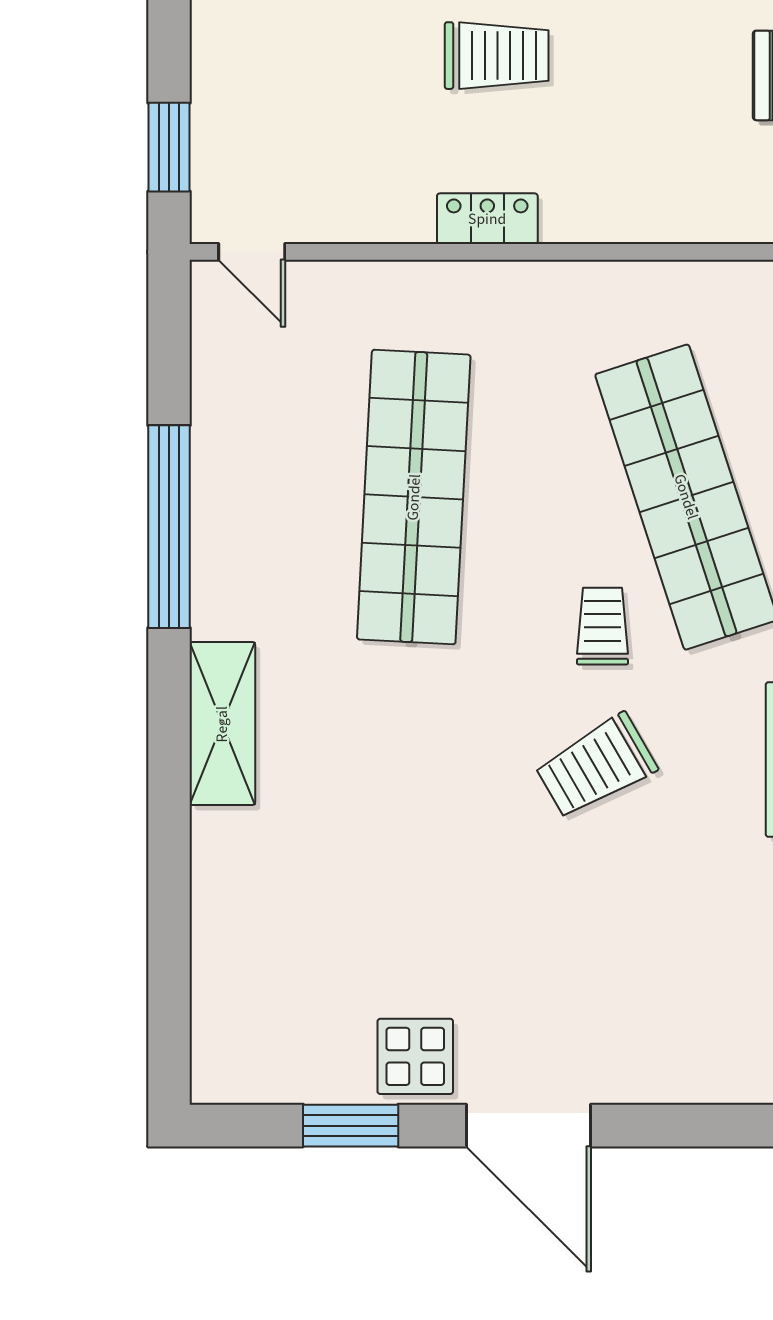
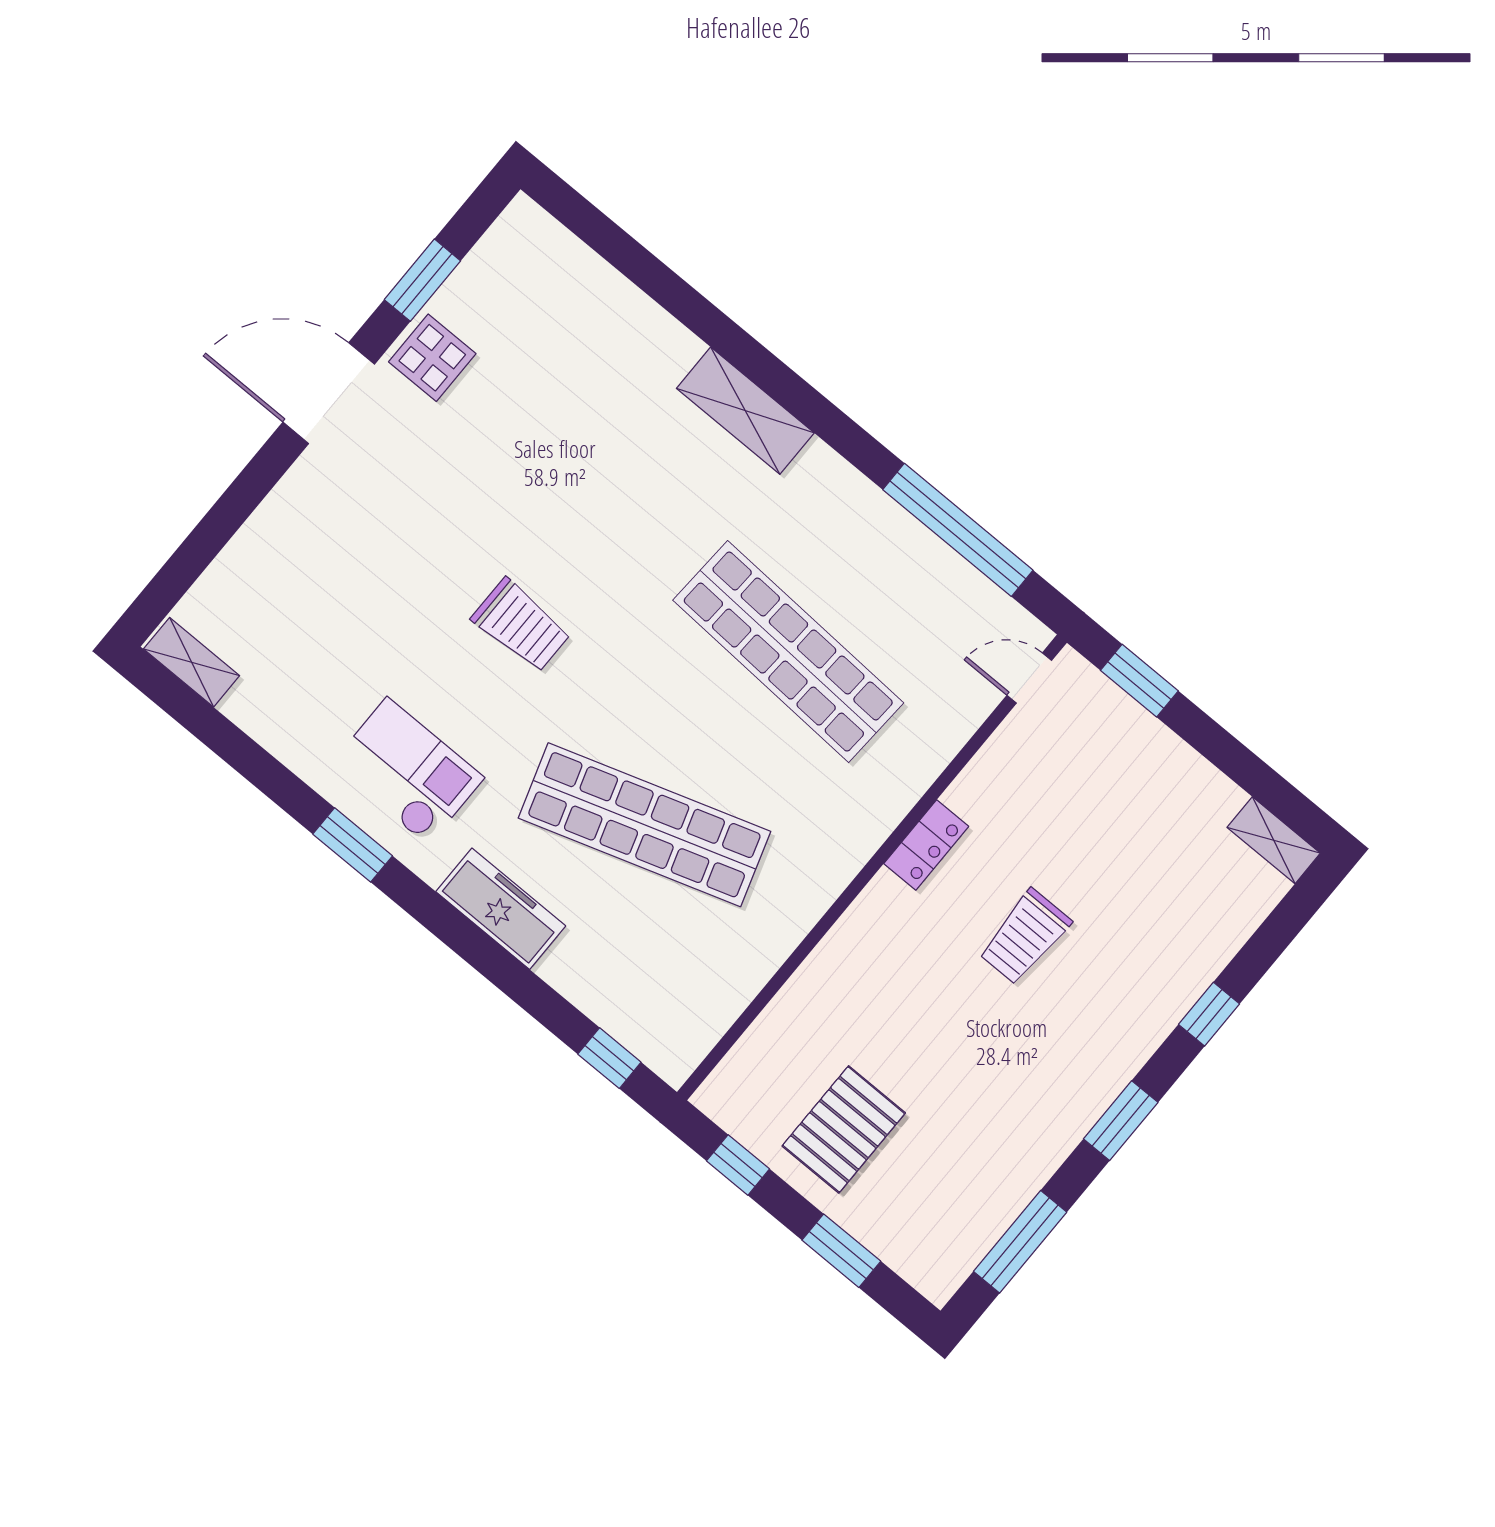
window: (169, 527) -> (958, 530), moved
trolley: (603, 626) -> (607, 703), removed
trolley: (596, 766) -> (521, 625), turned 120

